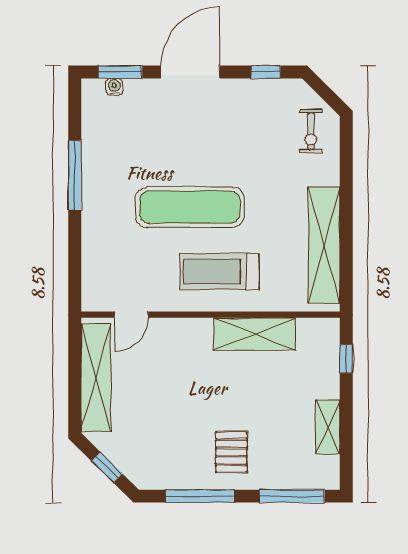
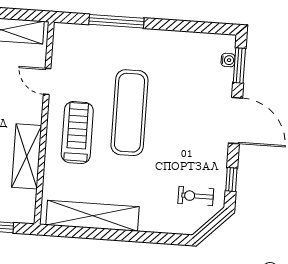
exercise bike: (311, 131) -> (196, 196), moved
window: (75, 175) -> (116, 21), moved
door: (131, 315) -> (47, 81), moved

